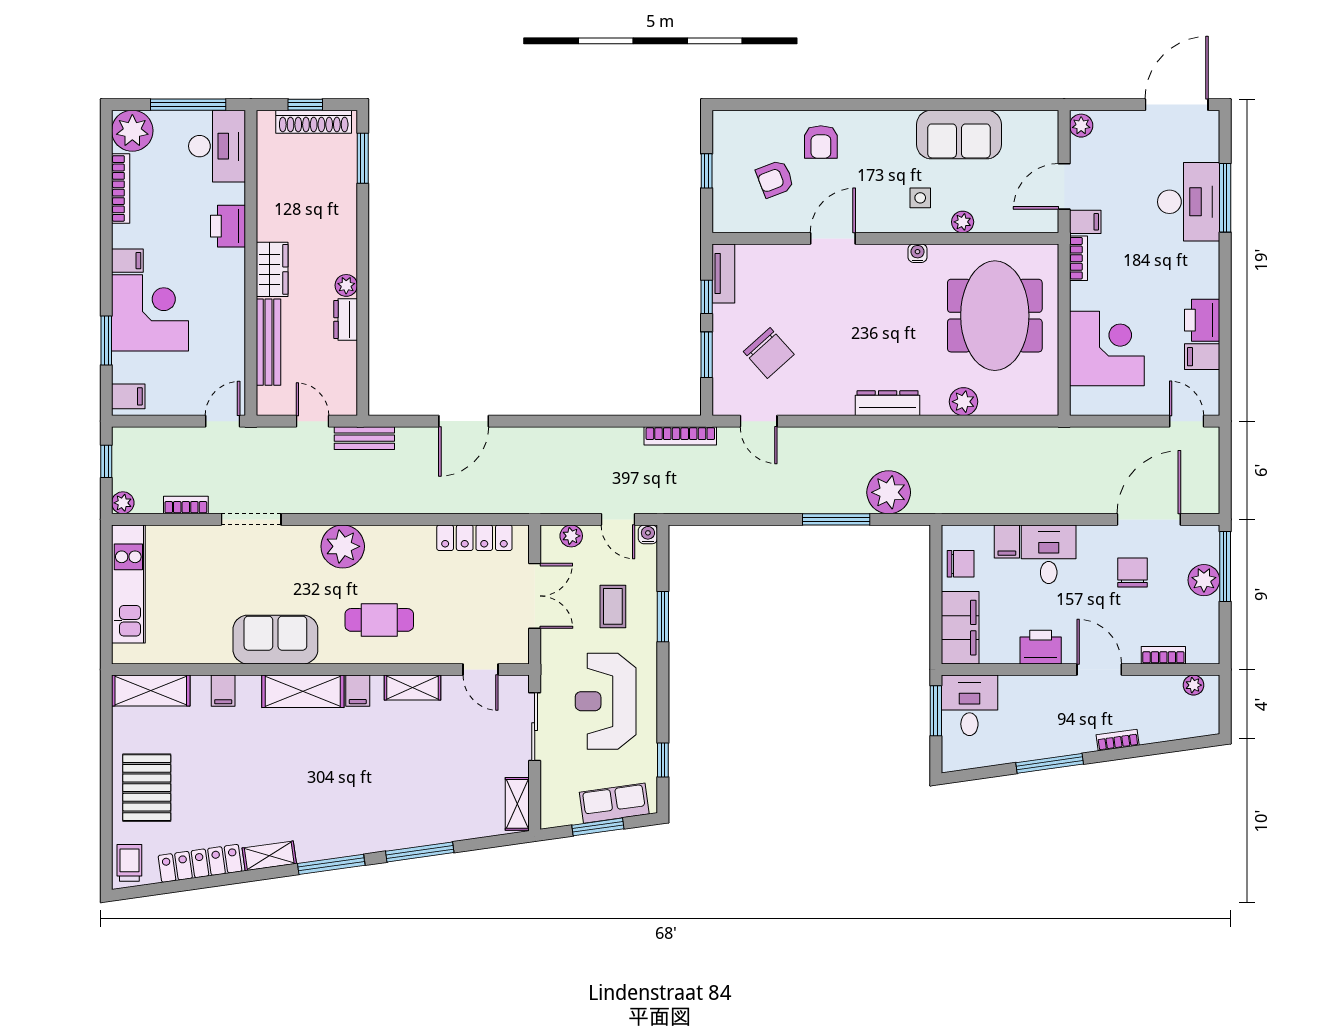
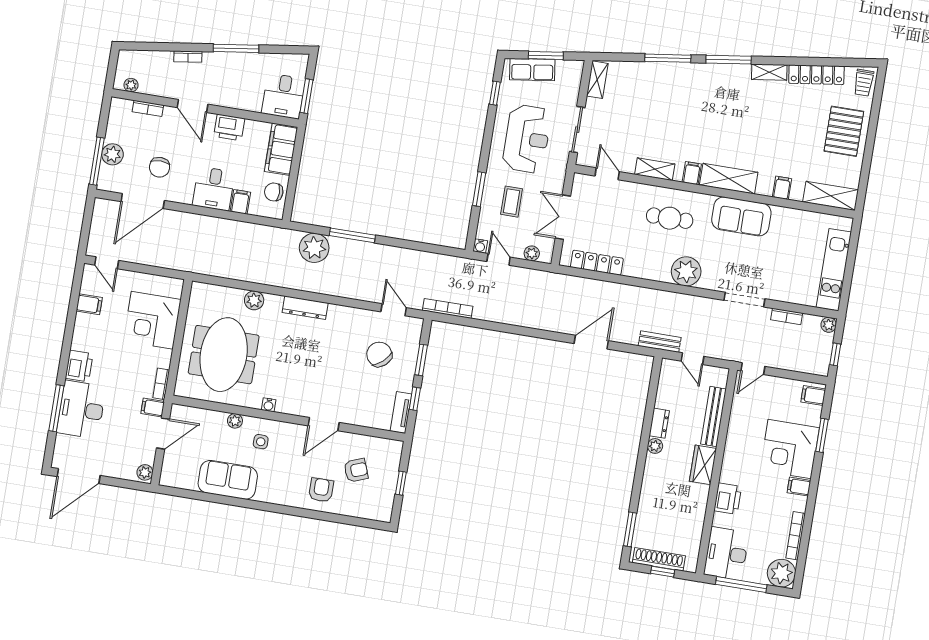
printer: (1202, 320) -> (79, 366), moved

